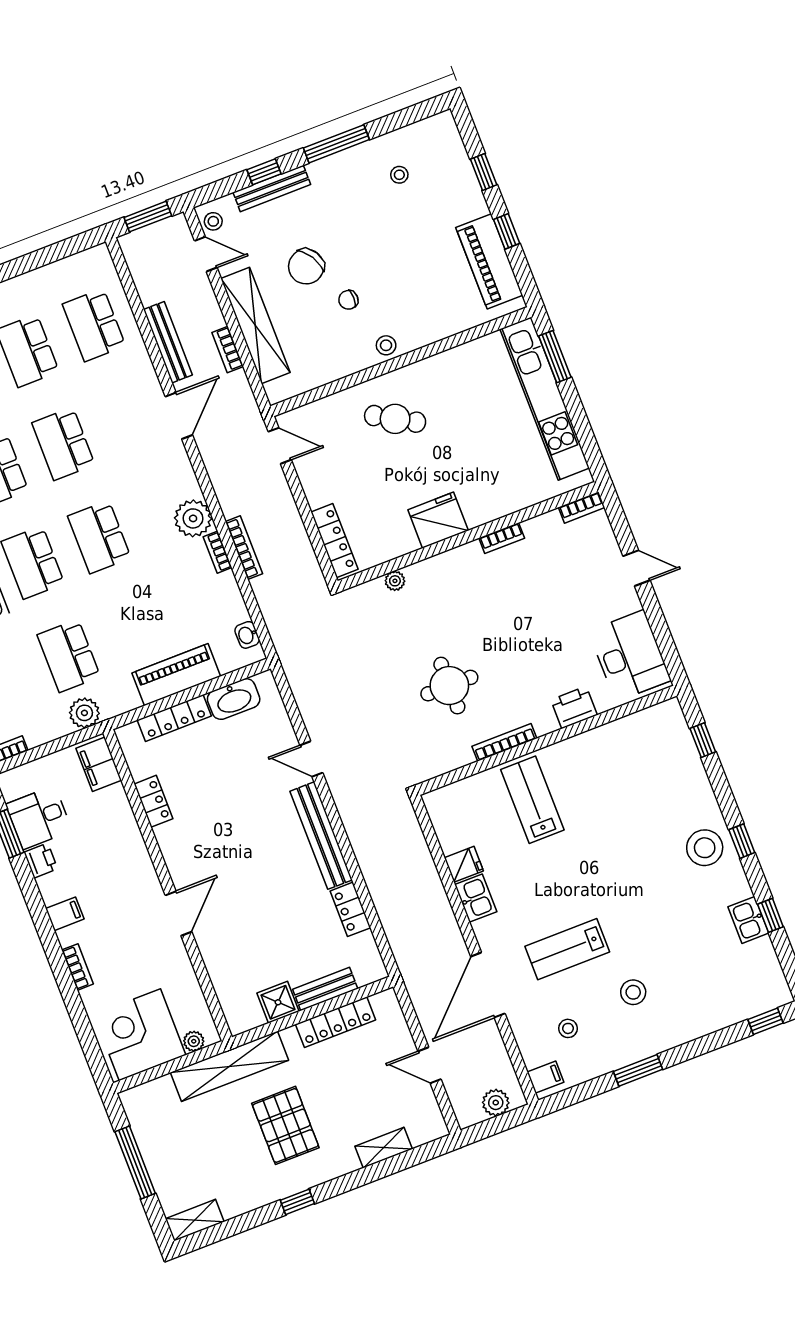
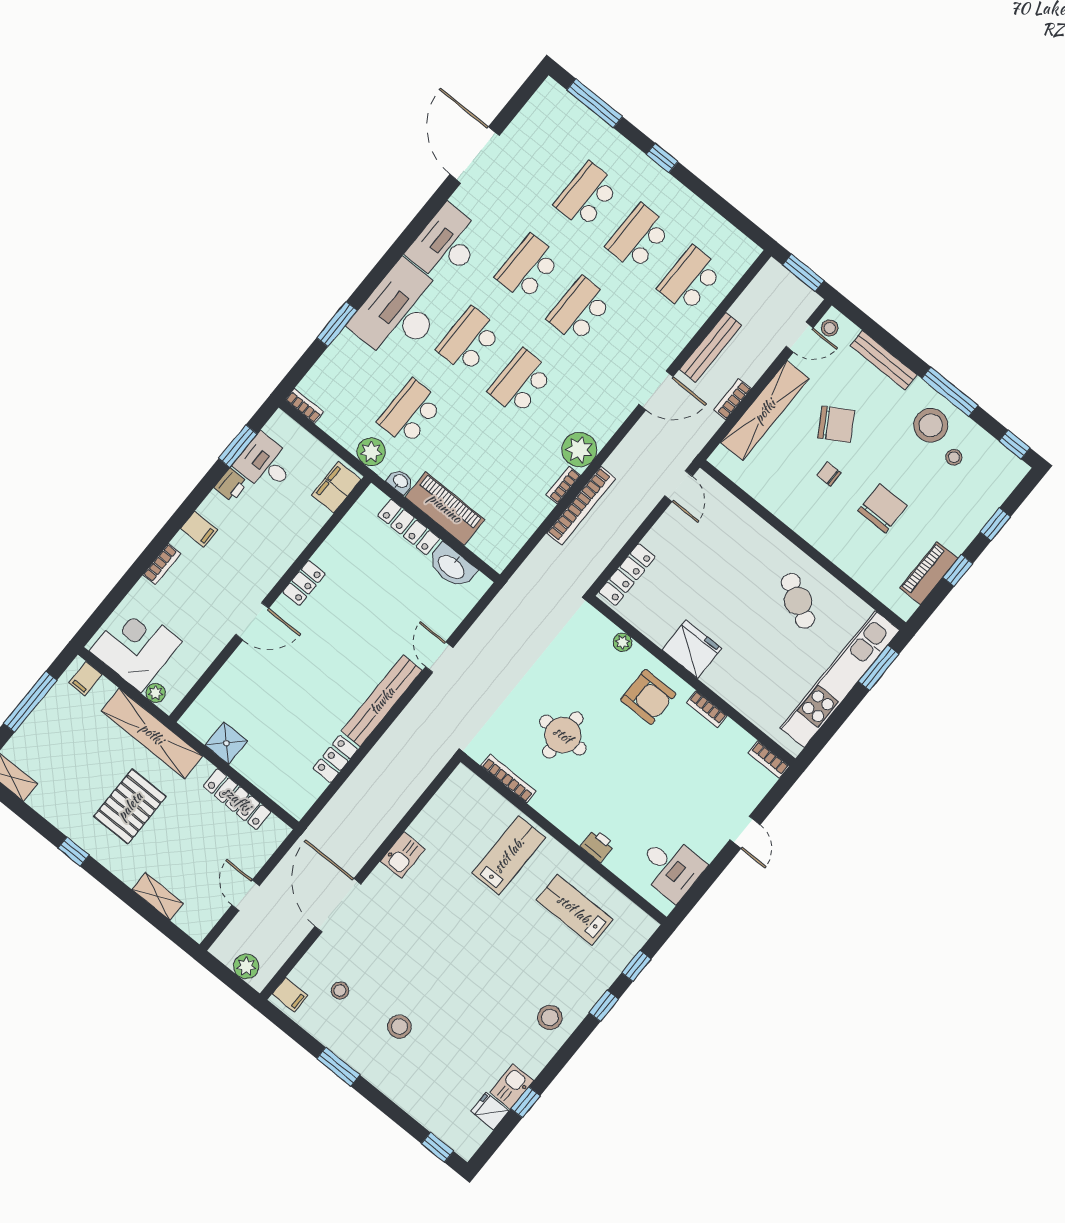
window: (264, 172) -> (1015, 444), moved
door: (206, 254) -> (800, 337), hinge flipped
piano: (489, 261) -> (929, 573), width x0.73, depth x0.75
chair: (306, 267) -> (836, 424), turned 180
chair: (409, 268) -> (883, 508), added
stool: (386, 345) -> (931, 425), moved, width x1.89, depth x1.89
cafe table: (395, 419) -> (798, 601), moved
bookcase: (244, 548) -> (581, 506), width x1.48, depth x1.31
armchair: (459, 586) -> (648, 697), added
washbasin: (247, 635) -> (400, 481), moved, turned 90
desk: (630, 656) -> (671, 867), width x0.73
printer: (574, 707) -> (598, 845), width x0.73, depth x0.81
bookcase: (504, 742) -> (508, 779), moved
locker: (154, 801) -> (304, 583), moved
window: (742, 841) -> (604, 1006), moved
stool: (705, 848) -> (550, 1017), width x0.73, depth x0.73
fridge: (464, 864) -> (490, 1111), moved, turned 180
lab bench: (567, 949) -> (575, 910), moved
door: (488, 985) -> (338, 905), hinge flipped
bench: (325, 989) -> (259, 775), removed
filing cabinet: (143, 1099) -> (86, 679), added

